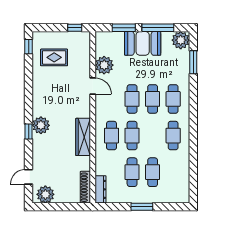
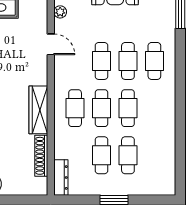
plant: (104, 65) -> (60, 12), width x0.53, depth x0.53
cafe table: (173, 136) -> (128, 108), moved
shoe rack: (85, 187) -> (41, 156), moved

